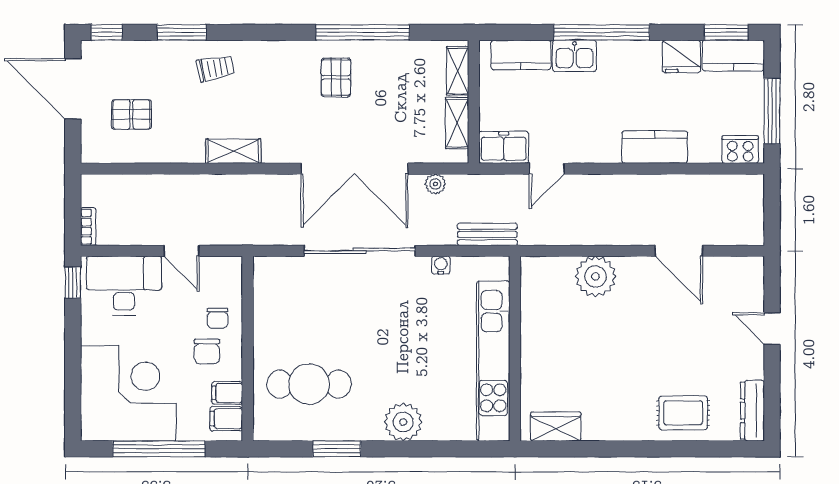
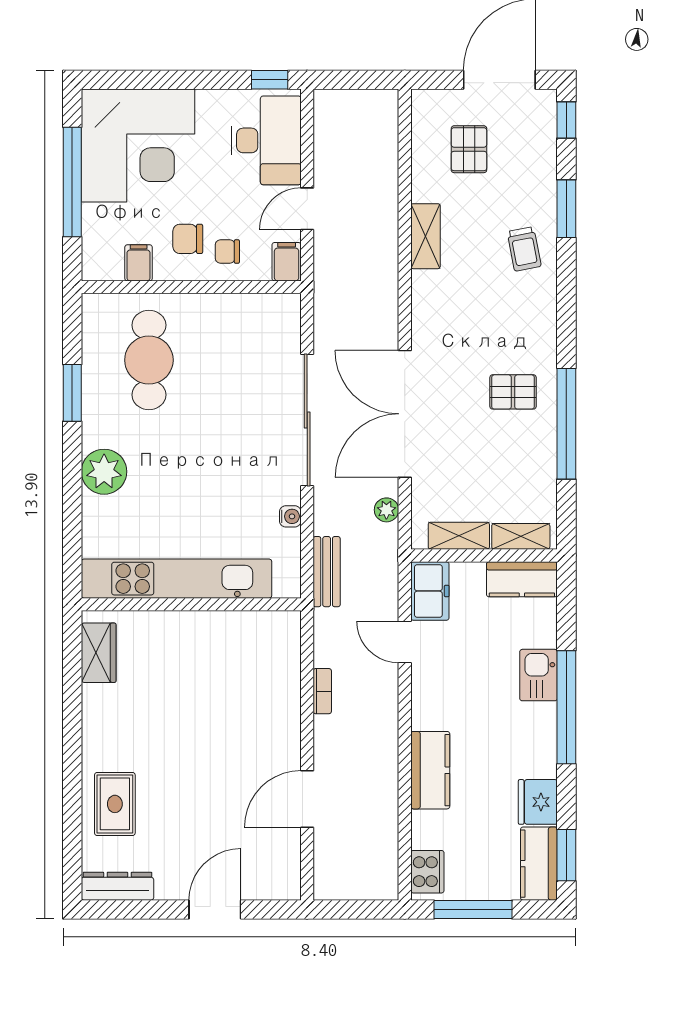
kitchen counter: (521, 55) -> (522, 579), moved, turned -90
shelving: (233, 151) -> (425, 236), moved
bookcase: (88, 227) -> (322, 691), moved, turned -90
plant: (595, 277) -> (277, 700), removed
door: (772, 329) -> (215, 909), width x1.38
filing cabinet: (226, 419) -> (287, 262), moved

